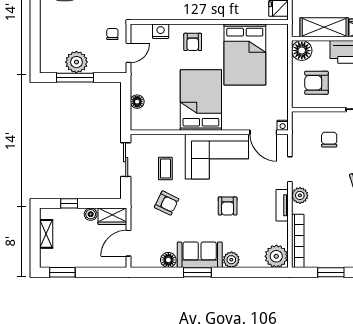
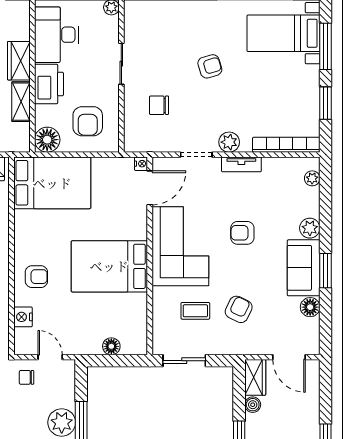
shelving: (324, 27) -> (21, 102), width x0.67, depth x0.75
bed: (245, 55) -> (52, 183), moved
armchair: (228, 206) -> (242, 233), turned 180
plant: (276, 256) -> (312, 178), width x0.53, depth x0.53

